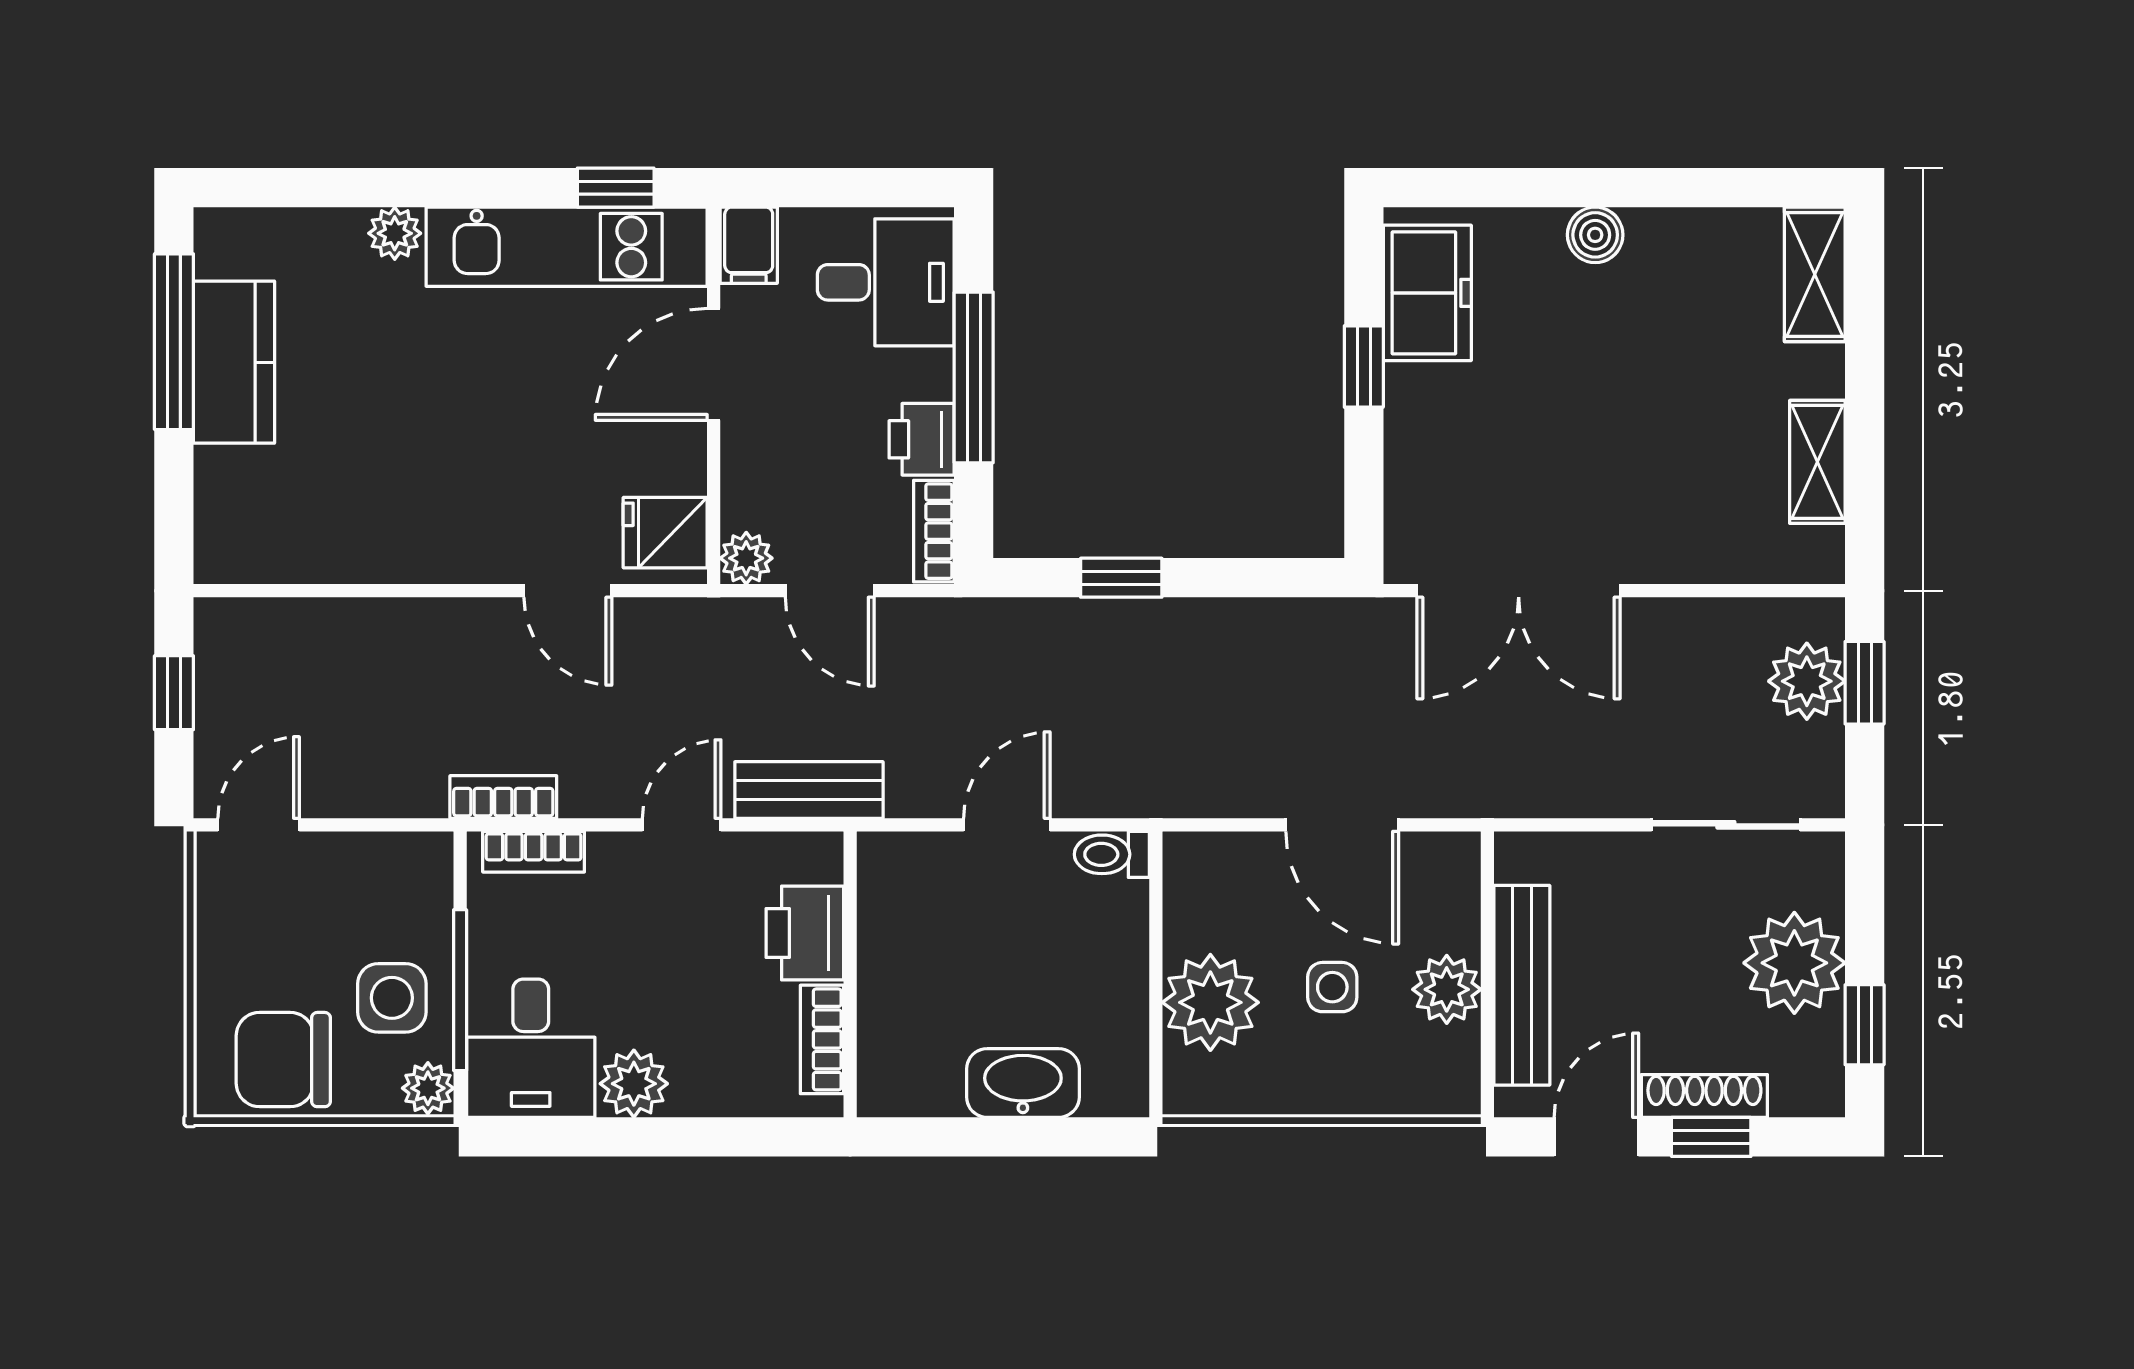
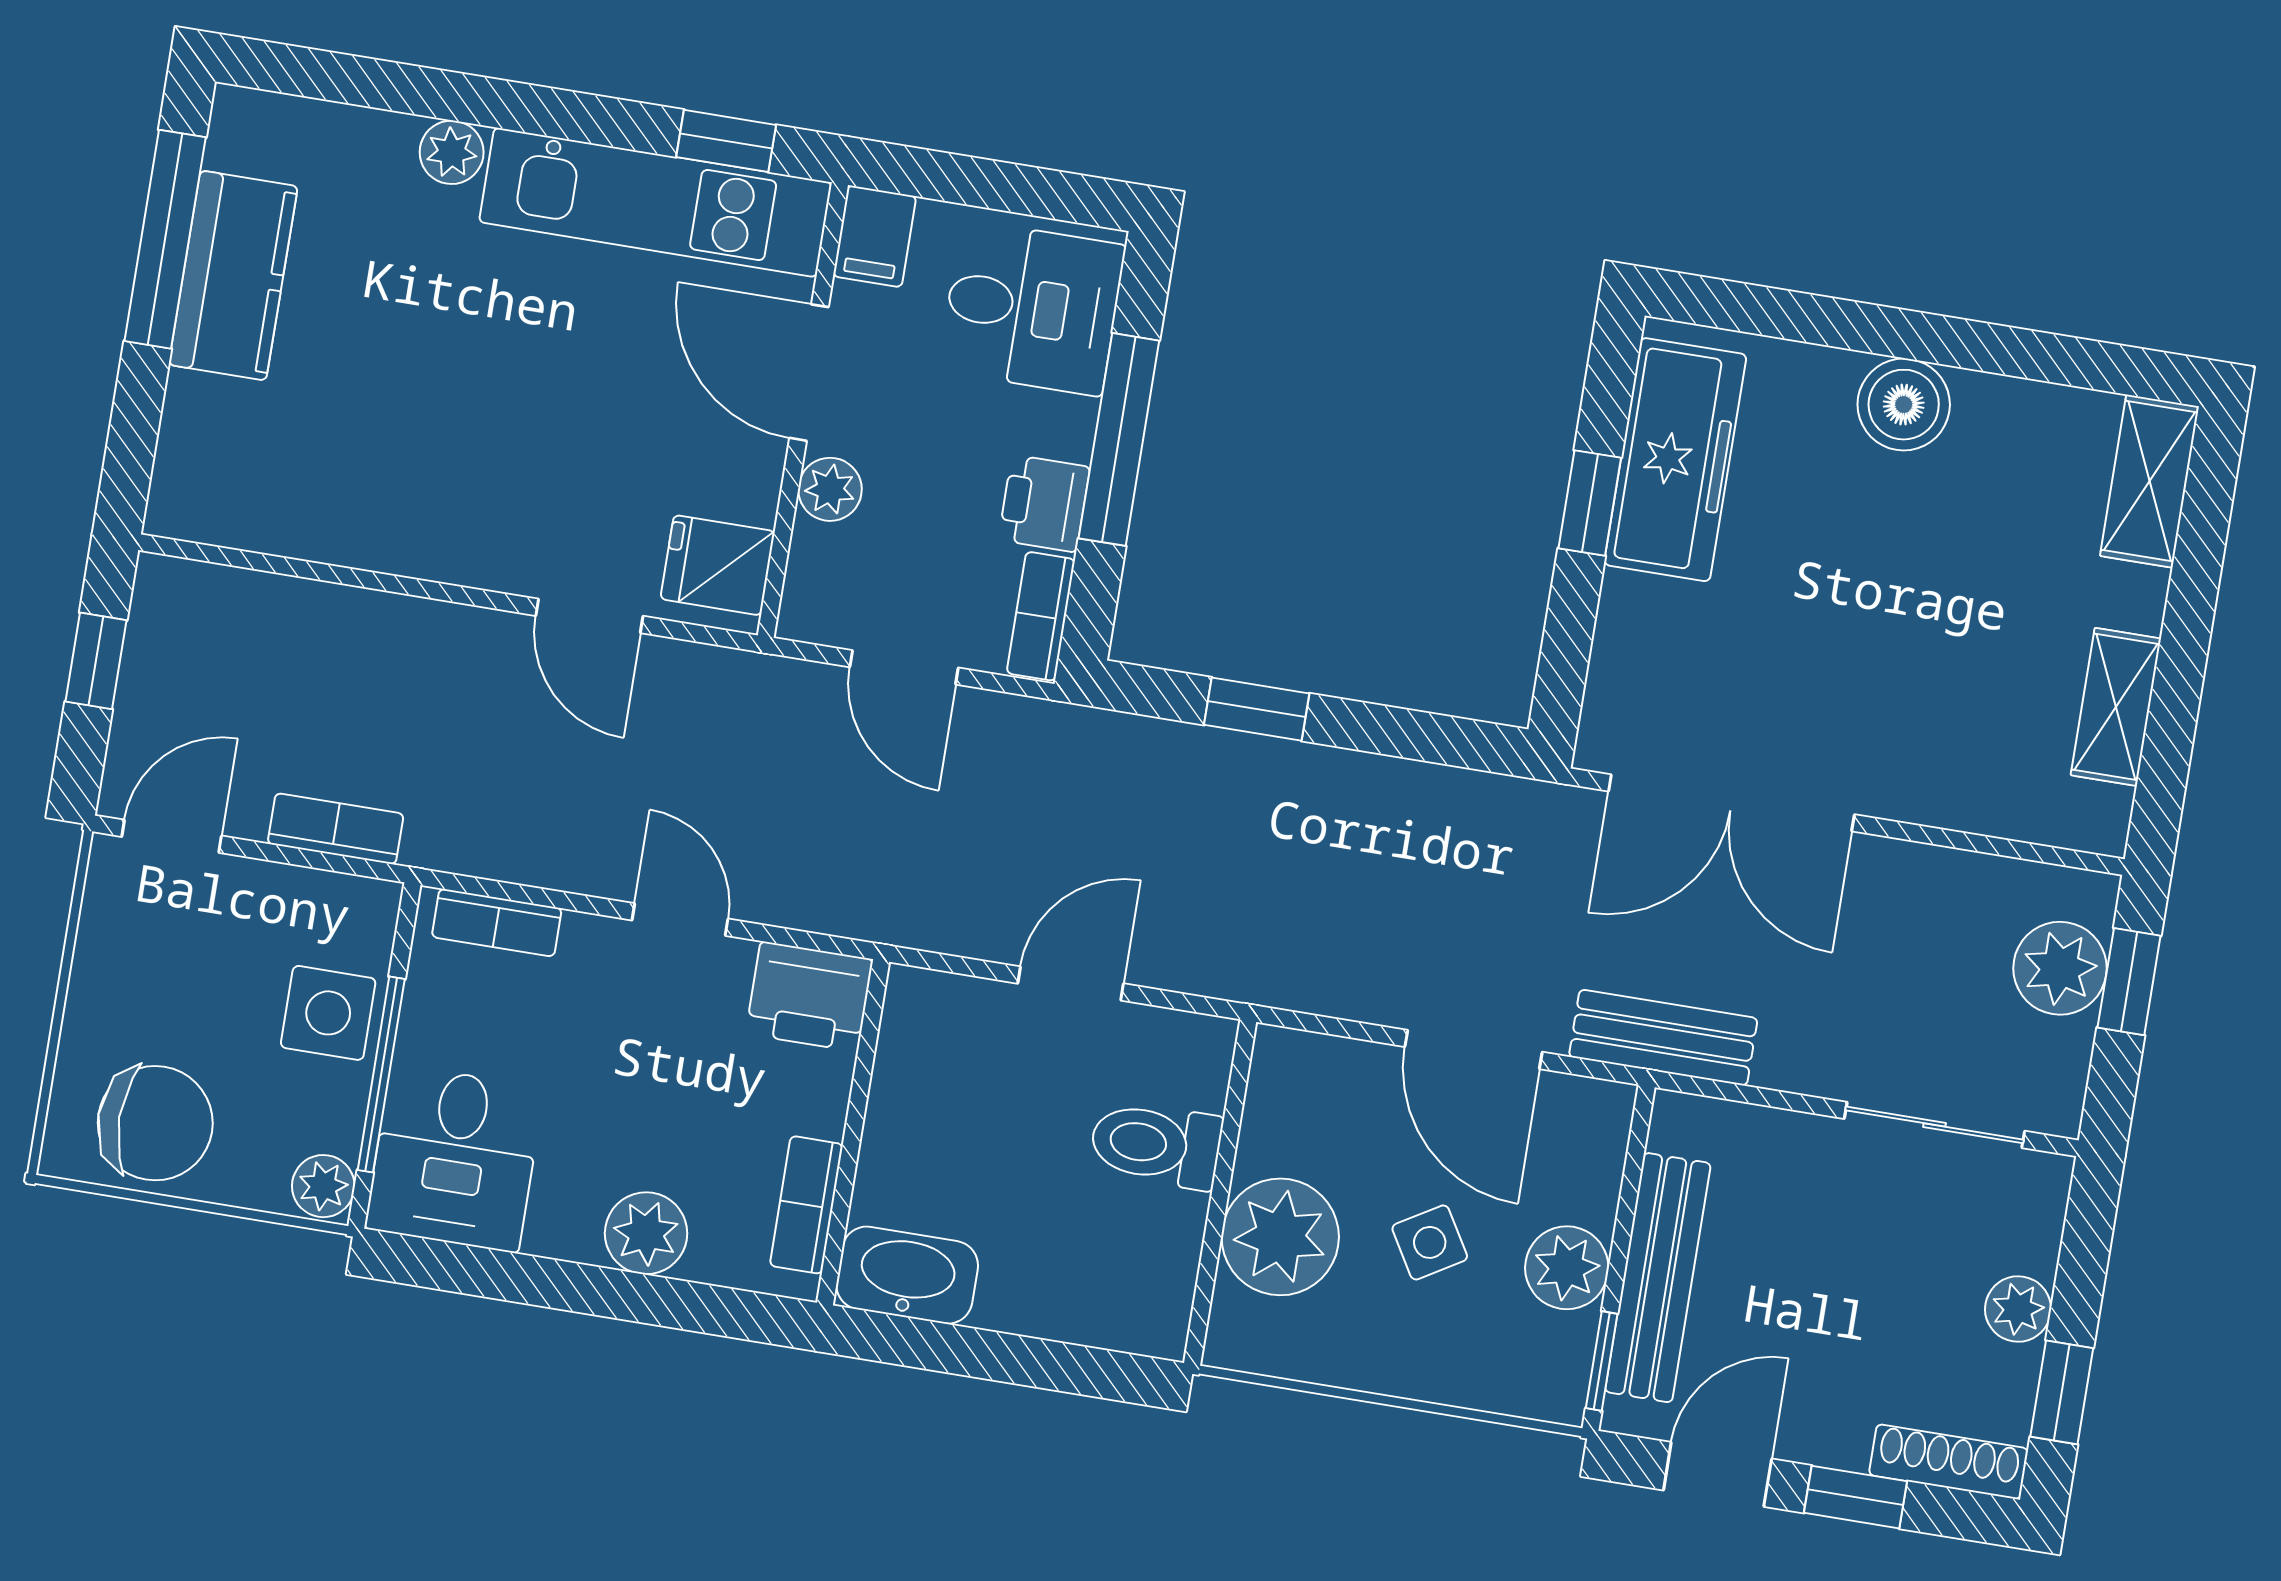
boiler: (1595, 235) -> (1904, 405), width x1.36, depth x1.36
freezer: (1427, 293) -> (1675, 460), width x1.40
door: (714, 364) -> (809, 373), hinge flipped
plant: (746, 558) -> (830, 489), moved
bench: (809, 790) -> (1663, 1038), moved
bookcase: (503, 797) -> (336, 829), moved
door: (682, 825) -> (680, 919), hinge flipped
toilet: (1112, 854) -> (1156, 1145), moved, width x1.37, depth x1.39
printer: (805, 933) -> (809, 997), moved, turned -90
plant: (1794, 963) -> (2018, 1309), width x0.53, depth x0.53
side table: (1332, 987) -> (1430, 1242), turned -31
side table: (392, 998) -> (328, 1013), moved
chair: (283, 1060) -> (155, 1123), turned 180
window: (1487, 1060) -> (1602, 1361), added
washbasin: (1023, 1083) -> (907, 1275), moved
plant: (634, 1084) -> (646, 1233), moved
shoe rack: (1704, 1096) -> (1949, 1462), moved

